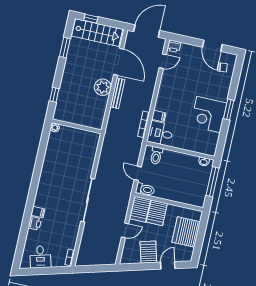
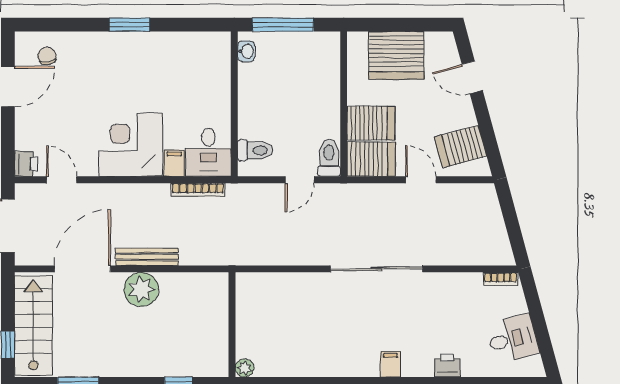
corner desk: (209, 114) -> (131, 145), moved, turned 180
filing cabinet: (38, 212) -> (390, 364), moved
server rack: (148, 252) -> (461, 147), moved

